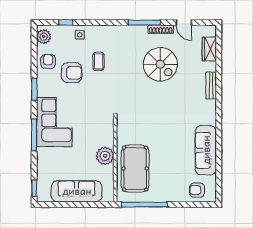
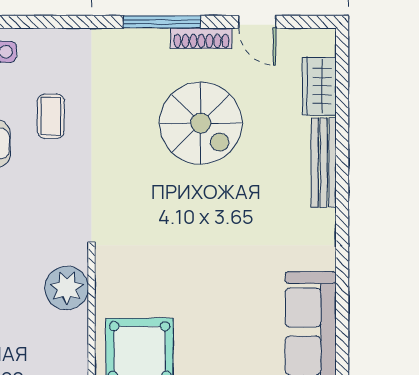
bench: (211, 85) -> (324, 163), width x1.36
plant: (105, 156) -> (67, 288), moved

